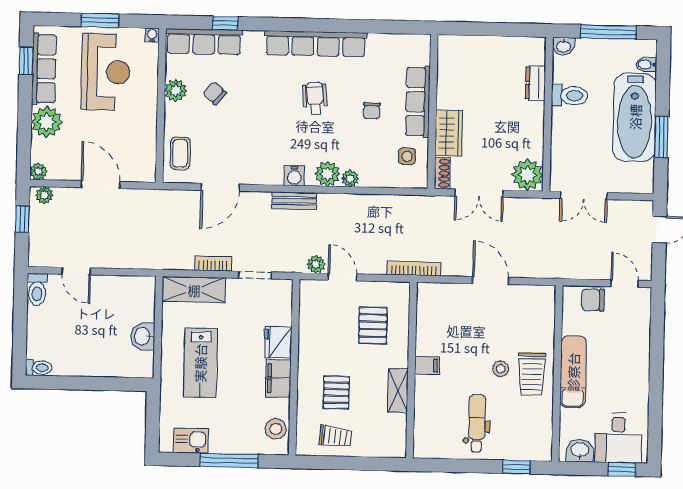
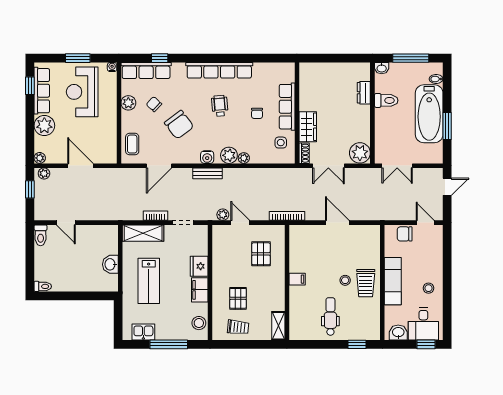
reception desk: (106, 72) -> (82, 92), turned 180
chair: (252, 125) -> (179, 125), added
stool: (627, 384) -> (429, 288), added
shelving: (398, 390) -> (278, 326), moved

